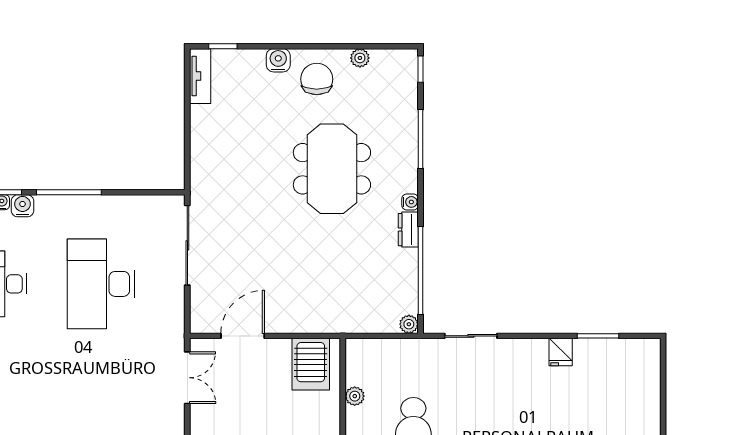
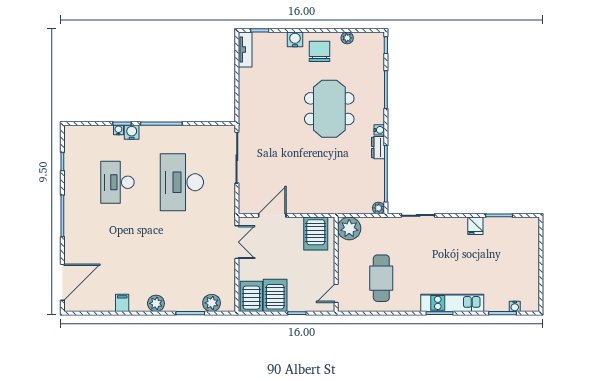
plant: (355, 396) -> (349, 228), moved, width x1.88, depth x1.88

